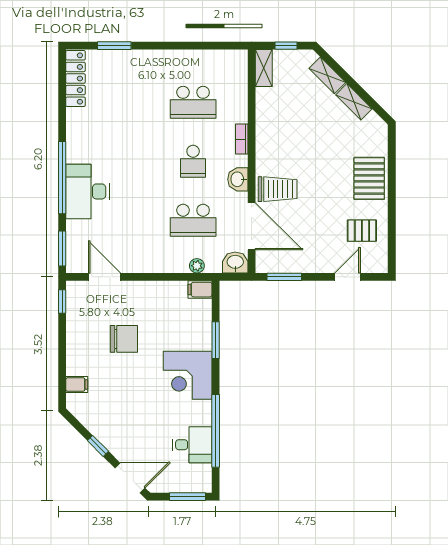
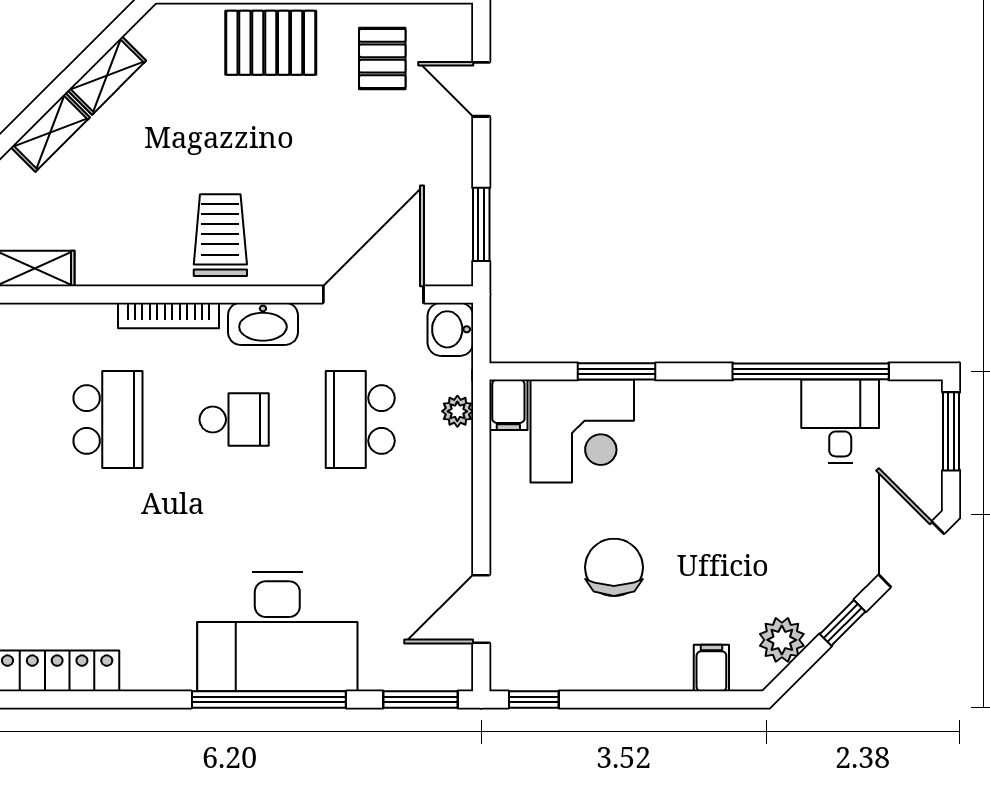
bookcase: (242, 139) -> (168, 315), width x1.56
washbasin: (238, 179) -> (263, 324), width x1.38
trolley: (278, 189) -> (220, 235), moved
desk: (87, 191) -> (277, 631), width x1.36, depth x1.30
school desk: (193, 220) -> (360, 420), turned 180
corner desk: (188, 375) -> (582, 431), moved
plant: (90, 417) -> (782, 640), added

